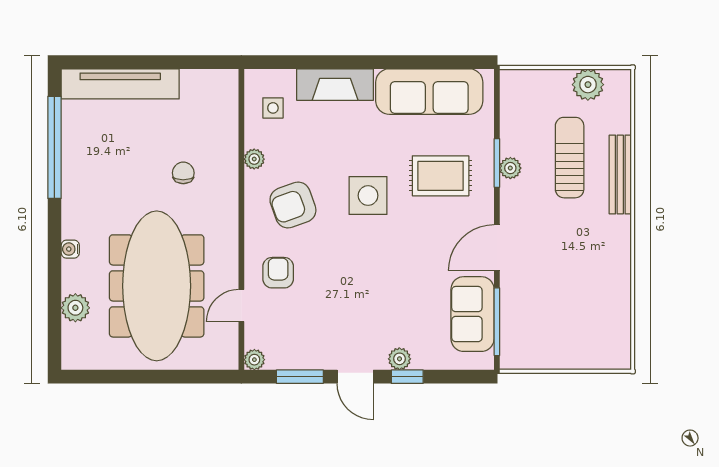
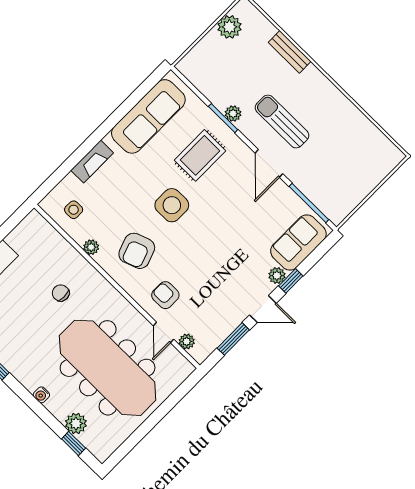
fireplace: (335, 85) -> (92, 162), width x0.73, depth x0.76
sun lounger: (570, 158) -> (282, 122), moved
bench: (620, 174) -> (290, 52), width x0.73
sofa: (473, 314) -> (298, 242), moved, turned 90
window: (54, 324) -> (74, 444), added
plant: (254, 360) -> (187, 342), moved

